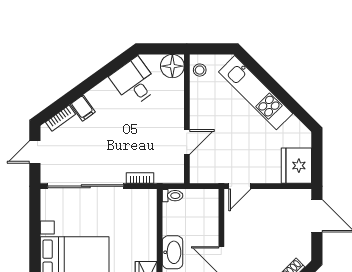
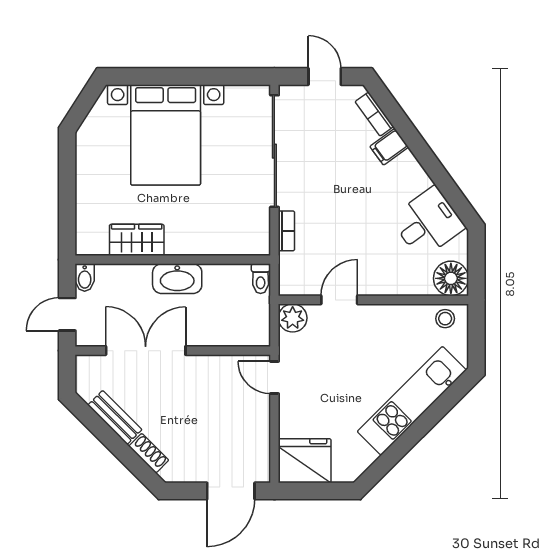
door: (187, 142) -> (339, 300), swing flipped
plant: (199, 174) -> (293, 318), added

